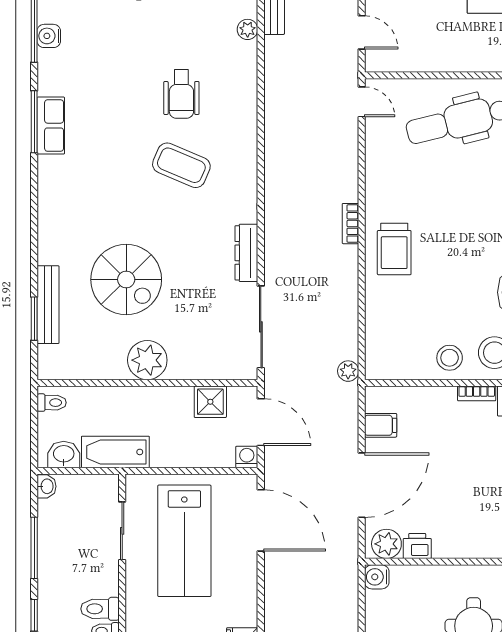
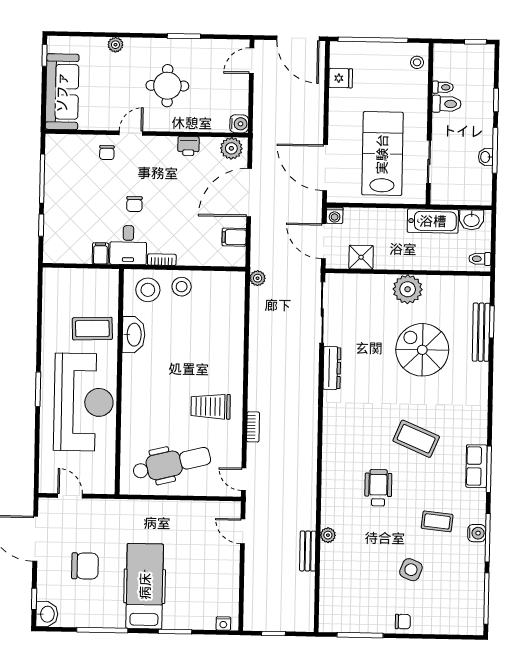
coffee table: (102, 51) -> (437, 521), added
coffee table: (181, 165) -> (416, 439), moved
bookcase: (350, 224) -> (253, 427), moved
trolley: (394, 249) -> (211, 407), moved, turned -90
washbasin: (46, 486) -> (486, 157), moved
printer: (417, 546) -> (188, 146), moved

